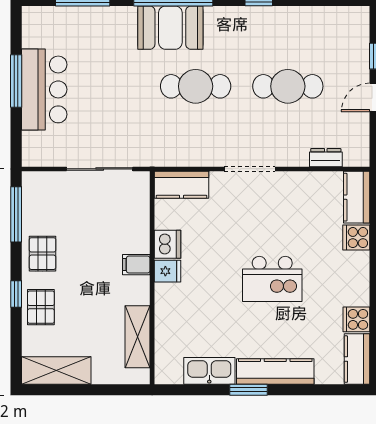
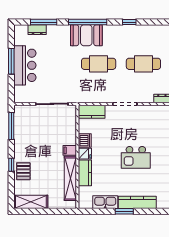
dresser: (69, 16) -> (37, 30), added
pallet: (43, 254) -> (24, 145), removed
kitchen counter: (168, 311) -> (85, 173), added
shelving: (137, 337) -> (70, 178), width x1.47

